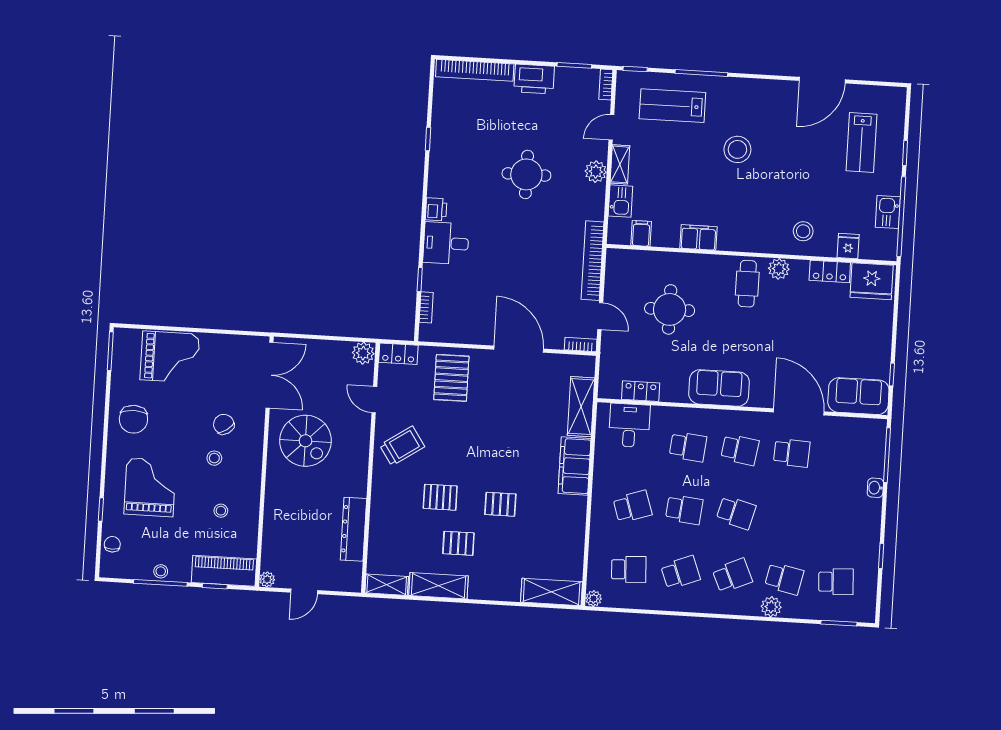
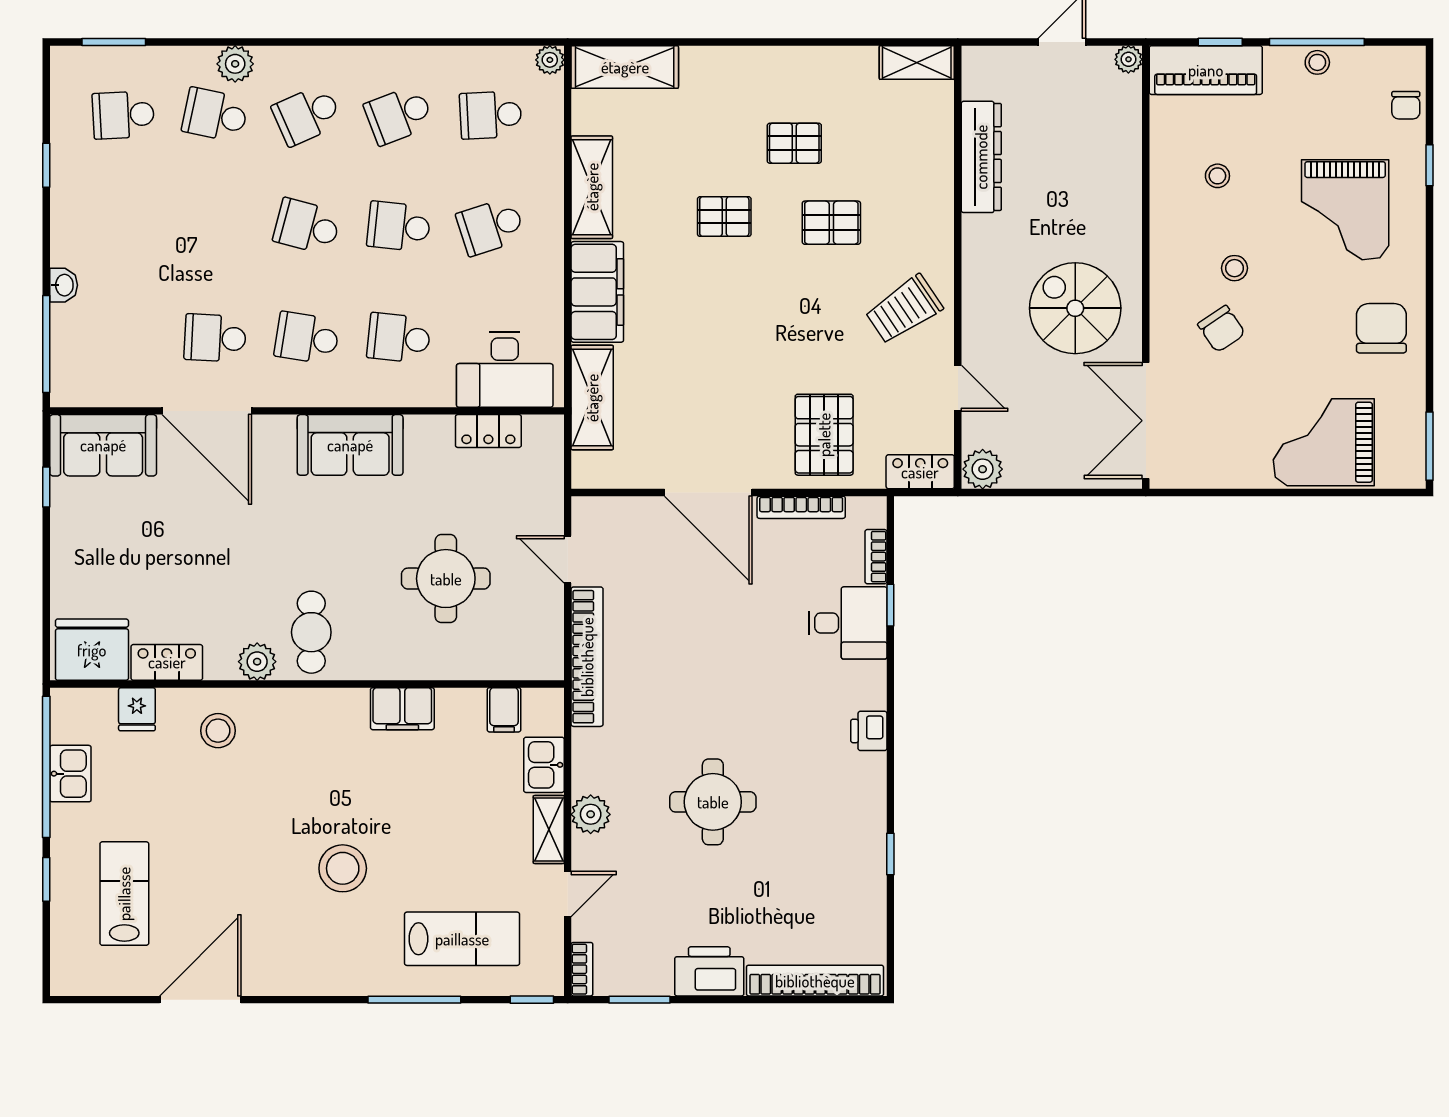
desk: (446, 243) -> (848, 623), moved
bookcase: (581, 344) -> (801, 507), moved, width x1.56
desk: (629, 425) -> (505, 370), width x1.37
shelving: (439, 586) -> (592, 187), moved, turned 90

